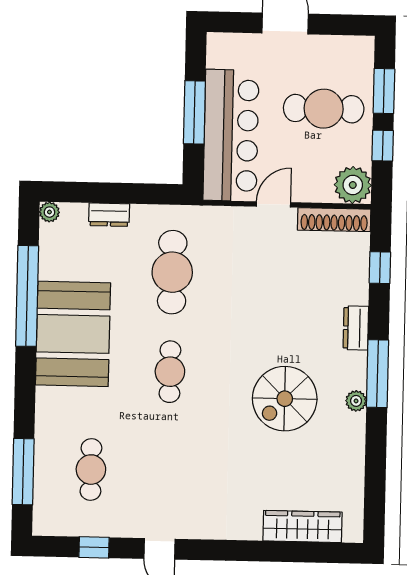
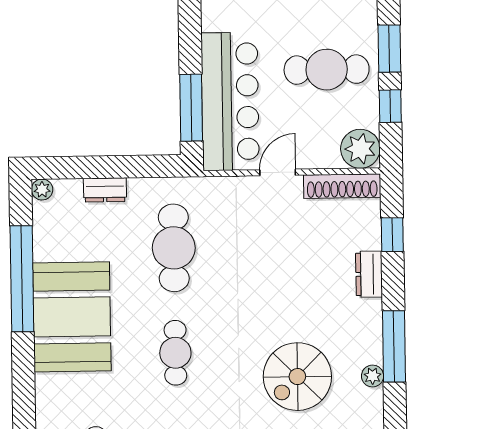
window: (194, 112) -> (191, 108), moved
dresser: (356, 328) -> (369, 274), moved

